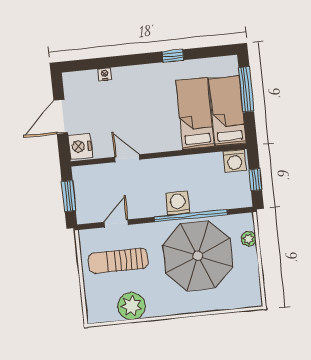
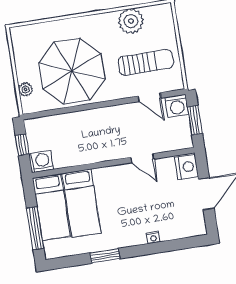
window: (173, 56) -> (105, 256), width x1.50
nightstand: (105, 74) -> (153, 237), moved
washing machine: (178, 203) -> (177, 106), moved
window: (191, 216) -> (80, 108), removed
door: (116, 223) -> (149, 97), hinge flipped

